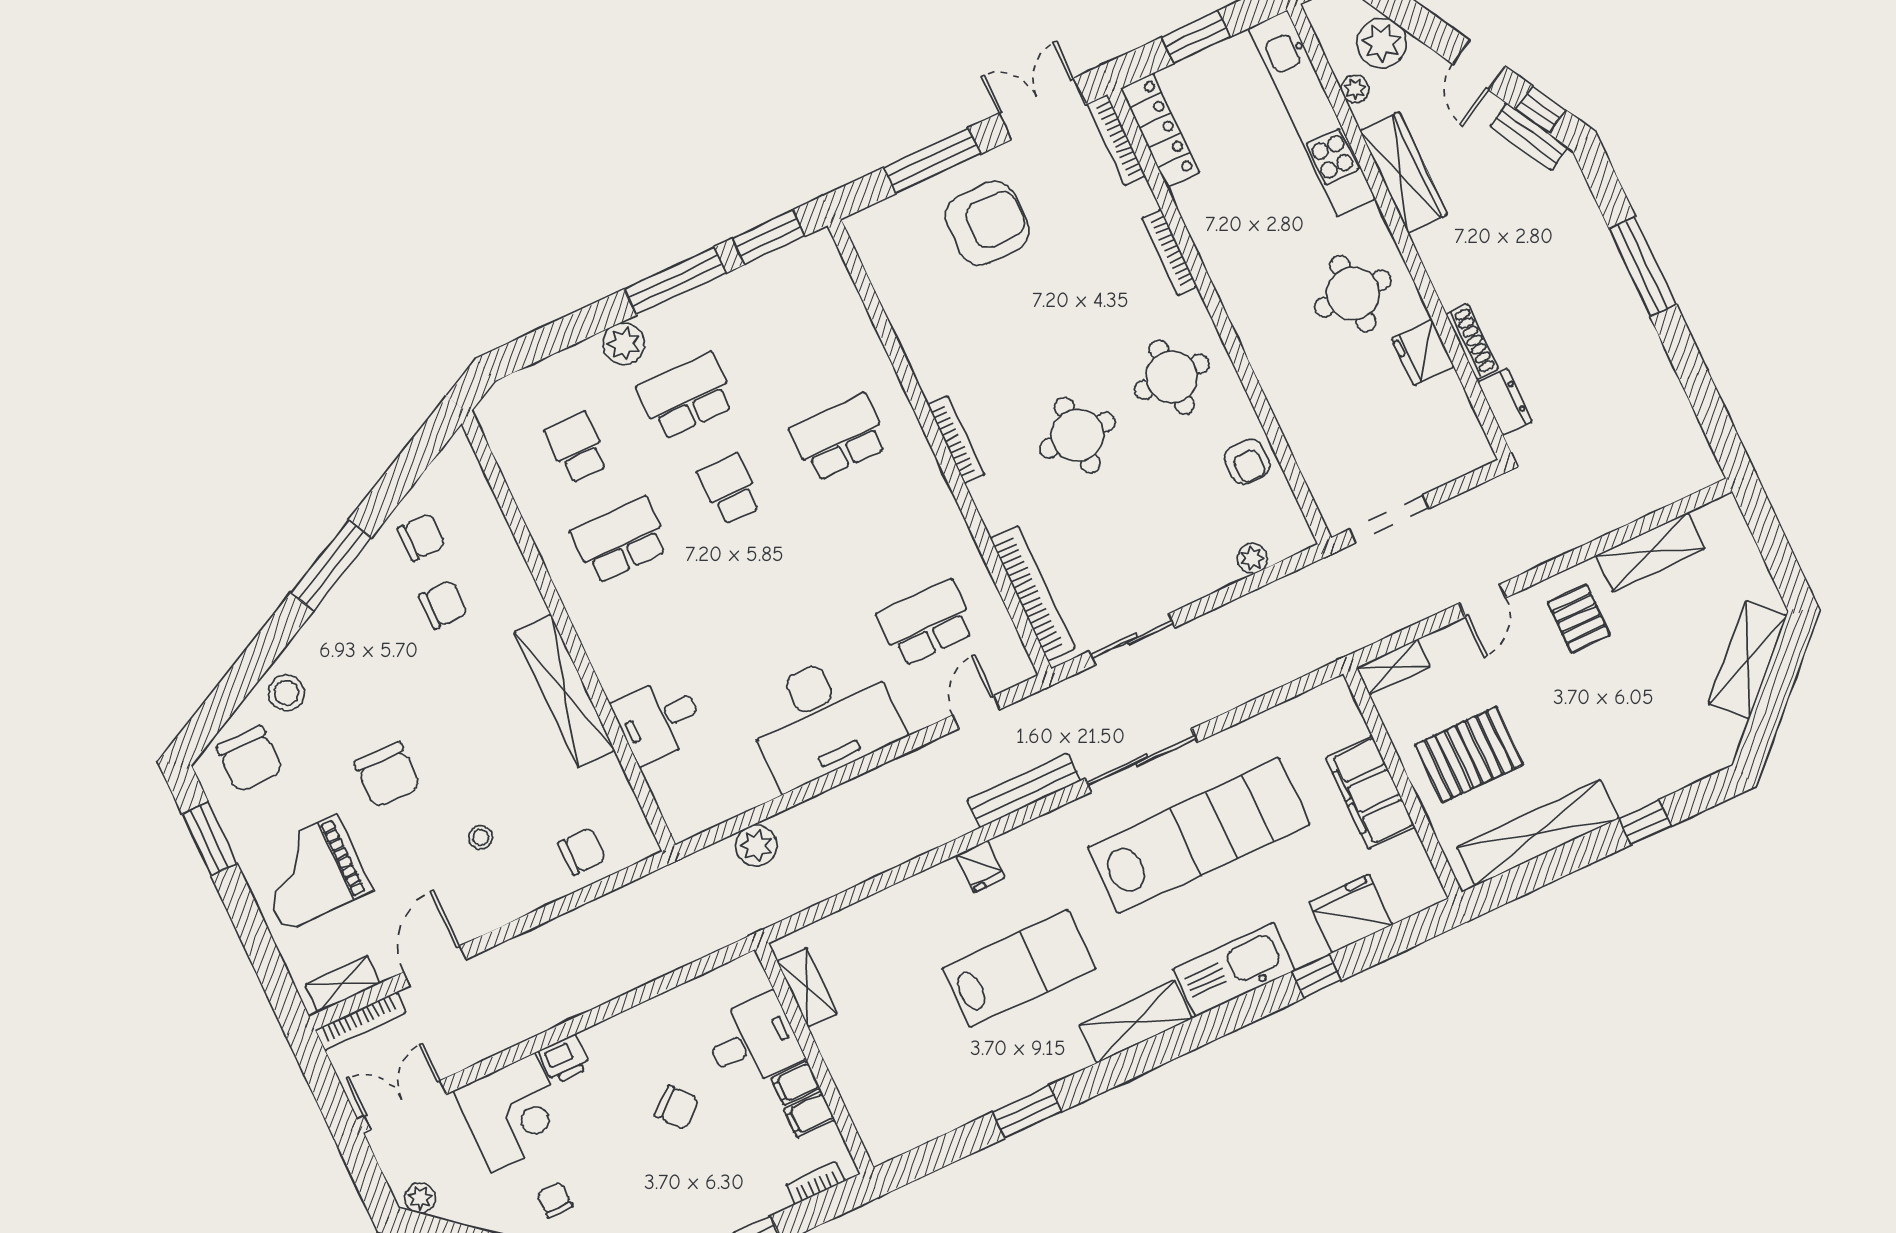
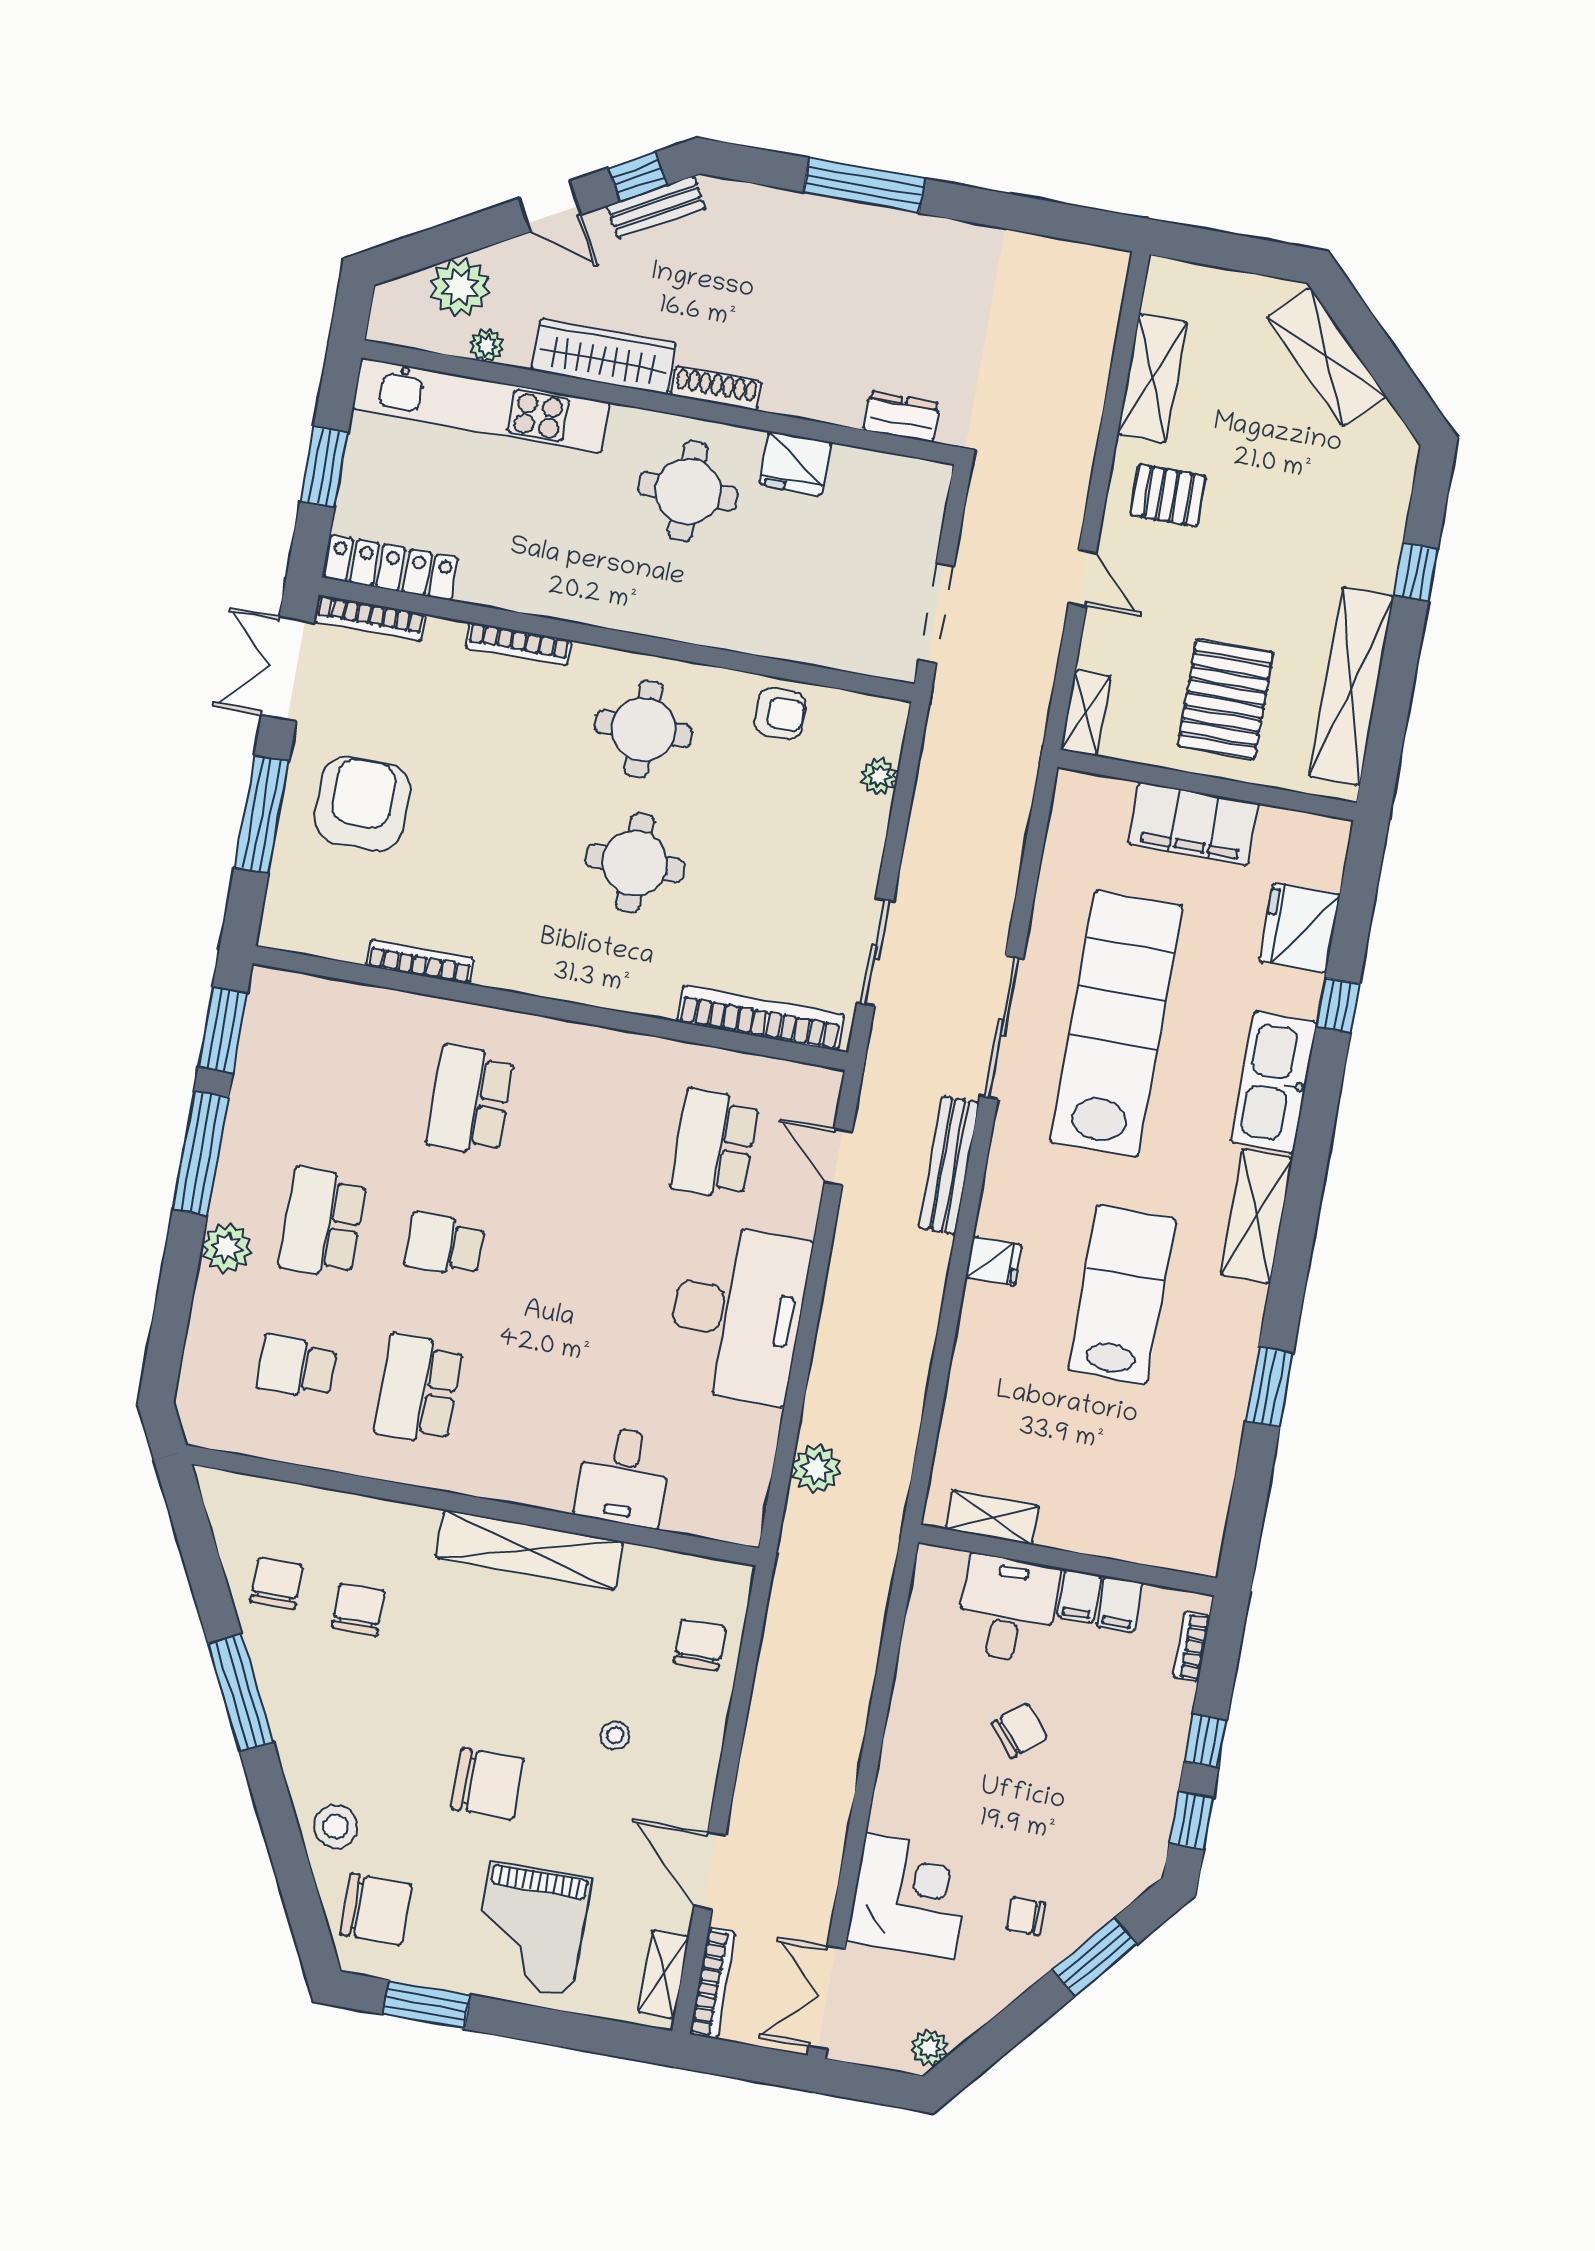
shoe rack: (1472, 342) -> (716, 388), moved
bookcase: (956, 440) -> (420, 962), moved
printer: (565, 1059) -> (893, 1808), removed

